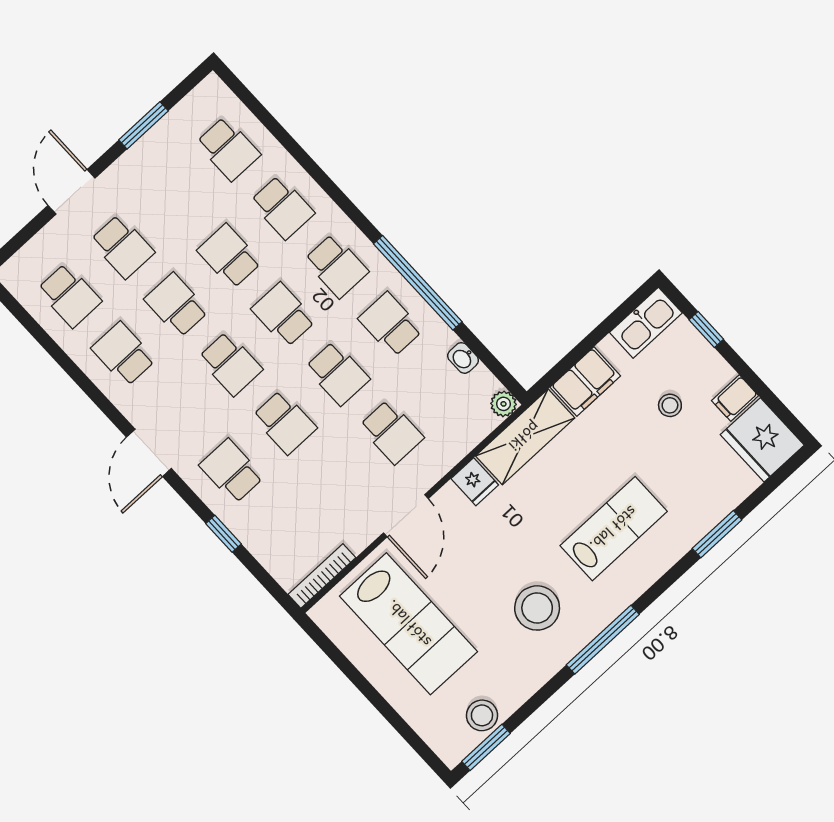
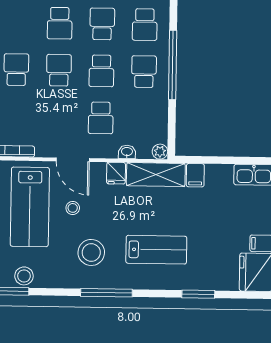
washbasin: (463, 358) -> (127, 152), moved, turned 90
filing cabinet: (585, 382) -> (195, 175), width x0.50
stool: (670, 405) -> (73, 208), moved
school desk: (284, 422) -> (59, 70), turned 180
door: (406, 516) -> (73, 160), hinge flipped

